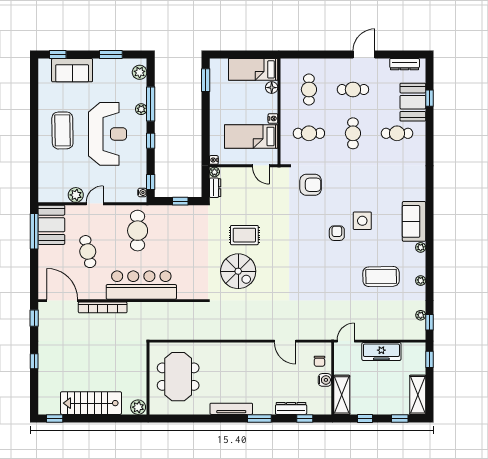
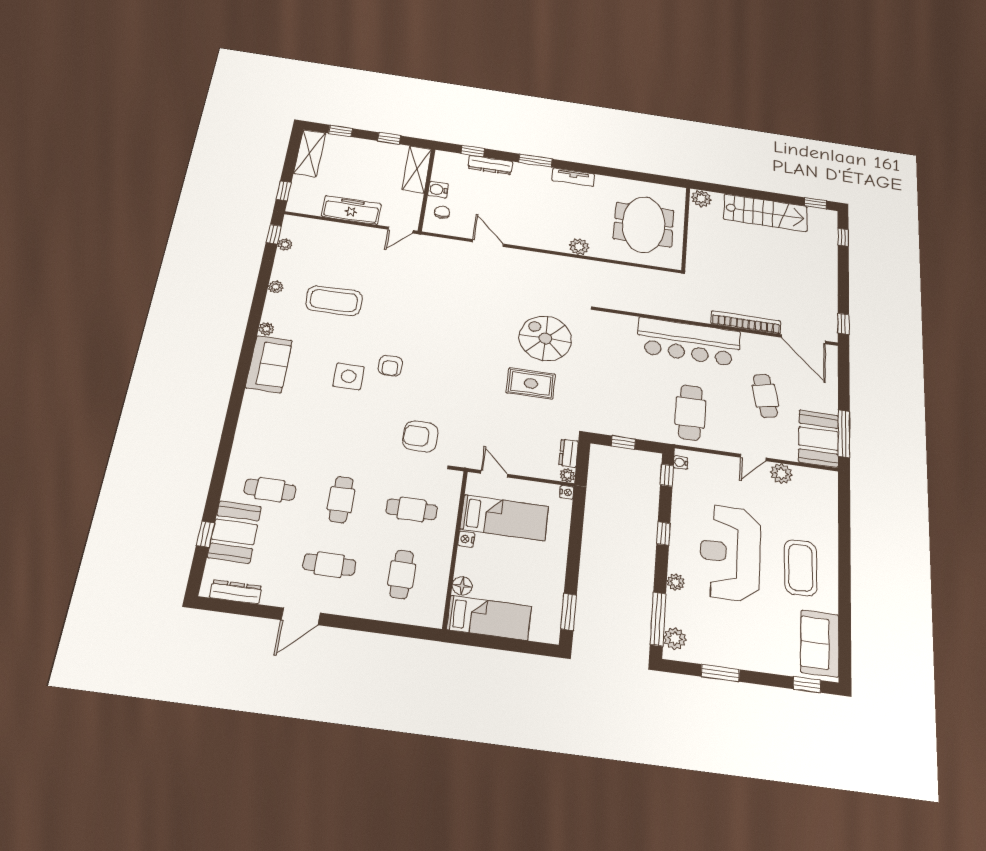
sofa: (72, 70) -> (820, 643), moved, turned -90
window: (151, 104) -> (658, 619), moved
plant: (222, 350) -> (579, 247), added
window: (34, 361) -> (843, 237), moved
tv unit: (231, 409) -> (573, 177), width x0.71

